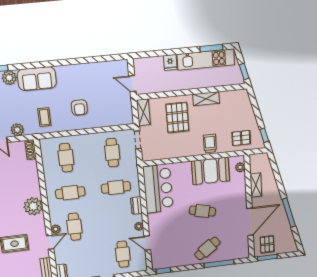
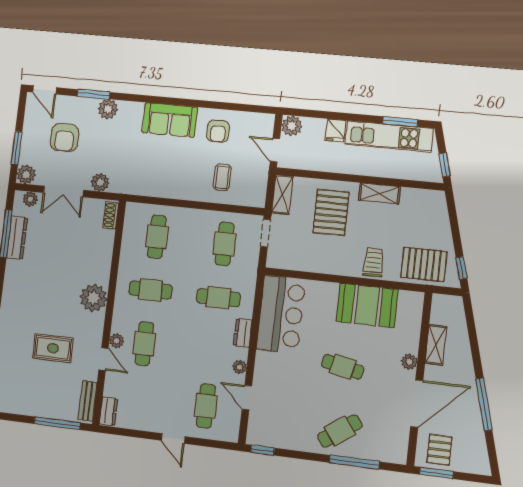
plant: (140, 65) -> (292, 126), added
sofa: (37, 79) -> (170, 120), moved
armchair: (79, 108) -> (218, 131), moved
coffee table: (44, 117) -> (222, 177), moved
pallet: (241, 138) -> (424, 264), width x1.50, depth x1.42
plant: (240, 167) -> (409, 362), moved
door: (50, 242) -> (104, 359), hinge flipped

